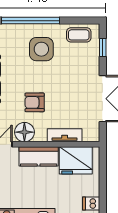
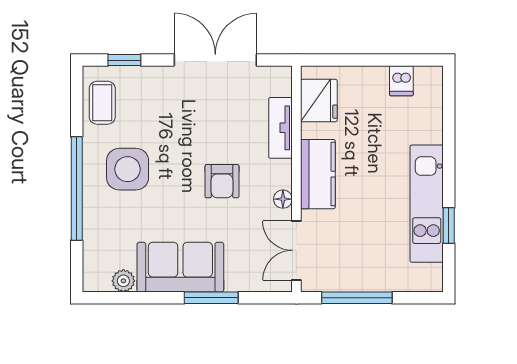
floor lamp: (24, 132) -> (283, 199), width x0.53, depth x0.53
fridge: (76, 160) -> (319, 101), width x0.73, depth x0.75

